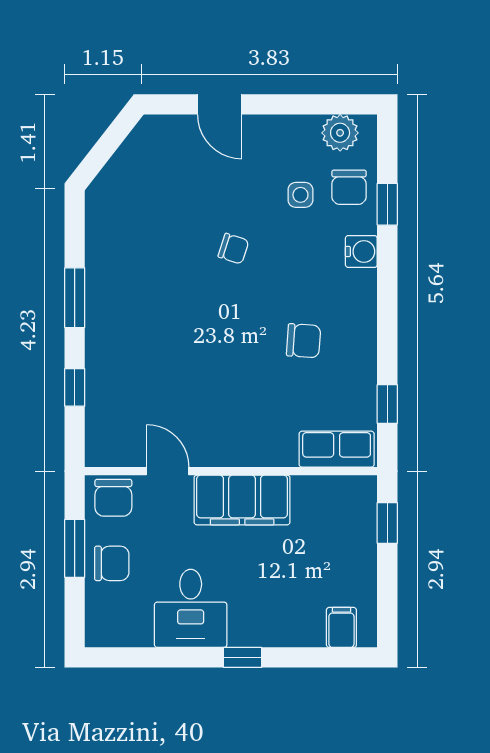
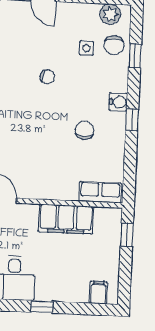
water cooler: (361, 251) -> (118, 102), moved
chair: (304, 341) -> (84, 130), turned -94
window: (387, 404) -> (132, 120), moved
filing cabinet: (242, 500) -> (66, 219), moved

